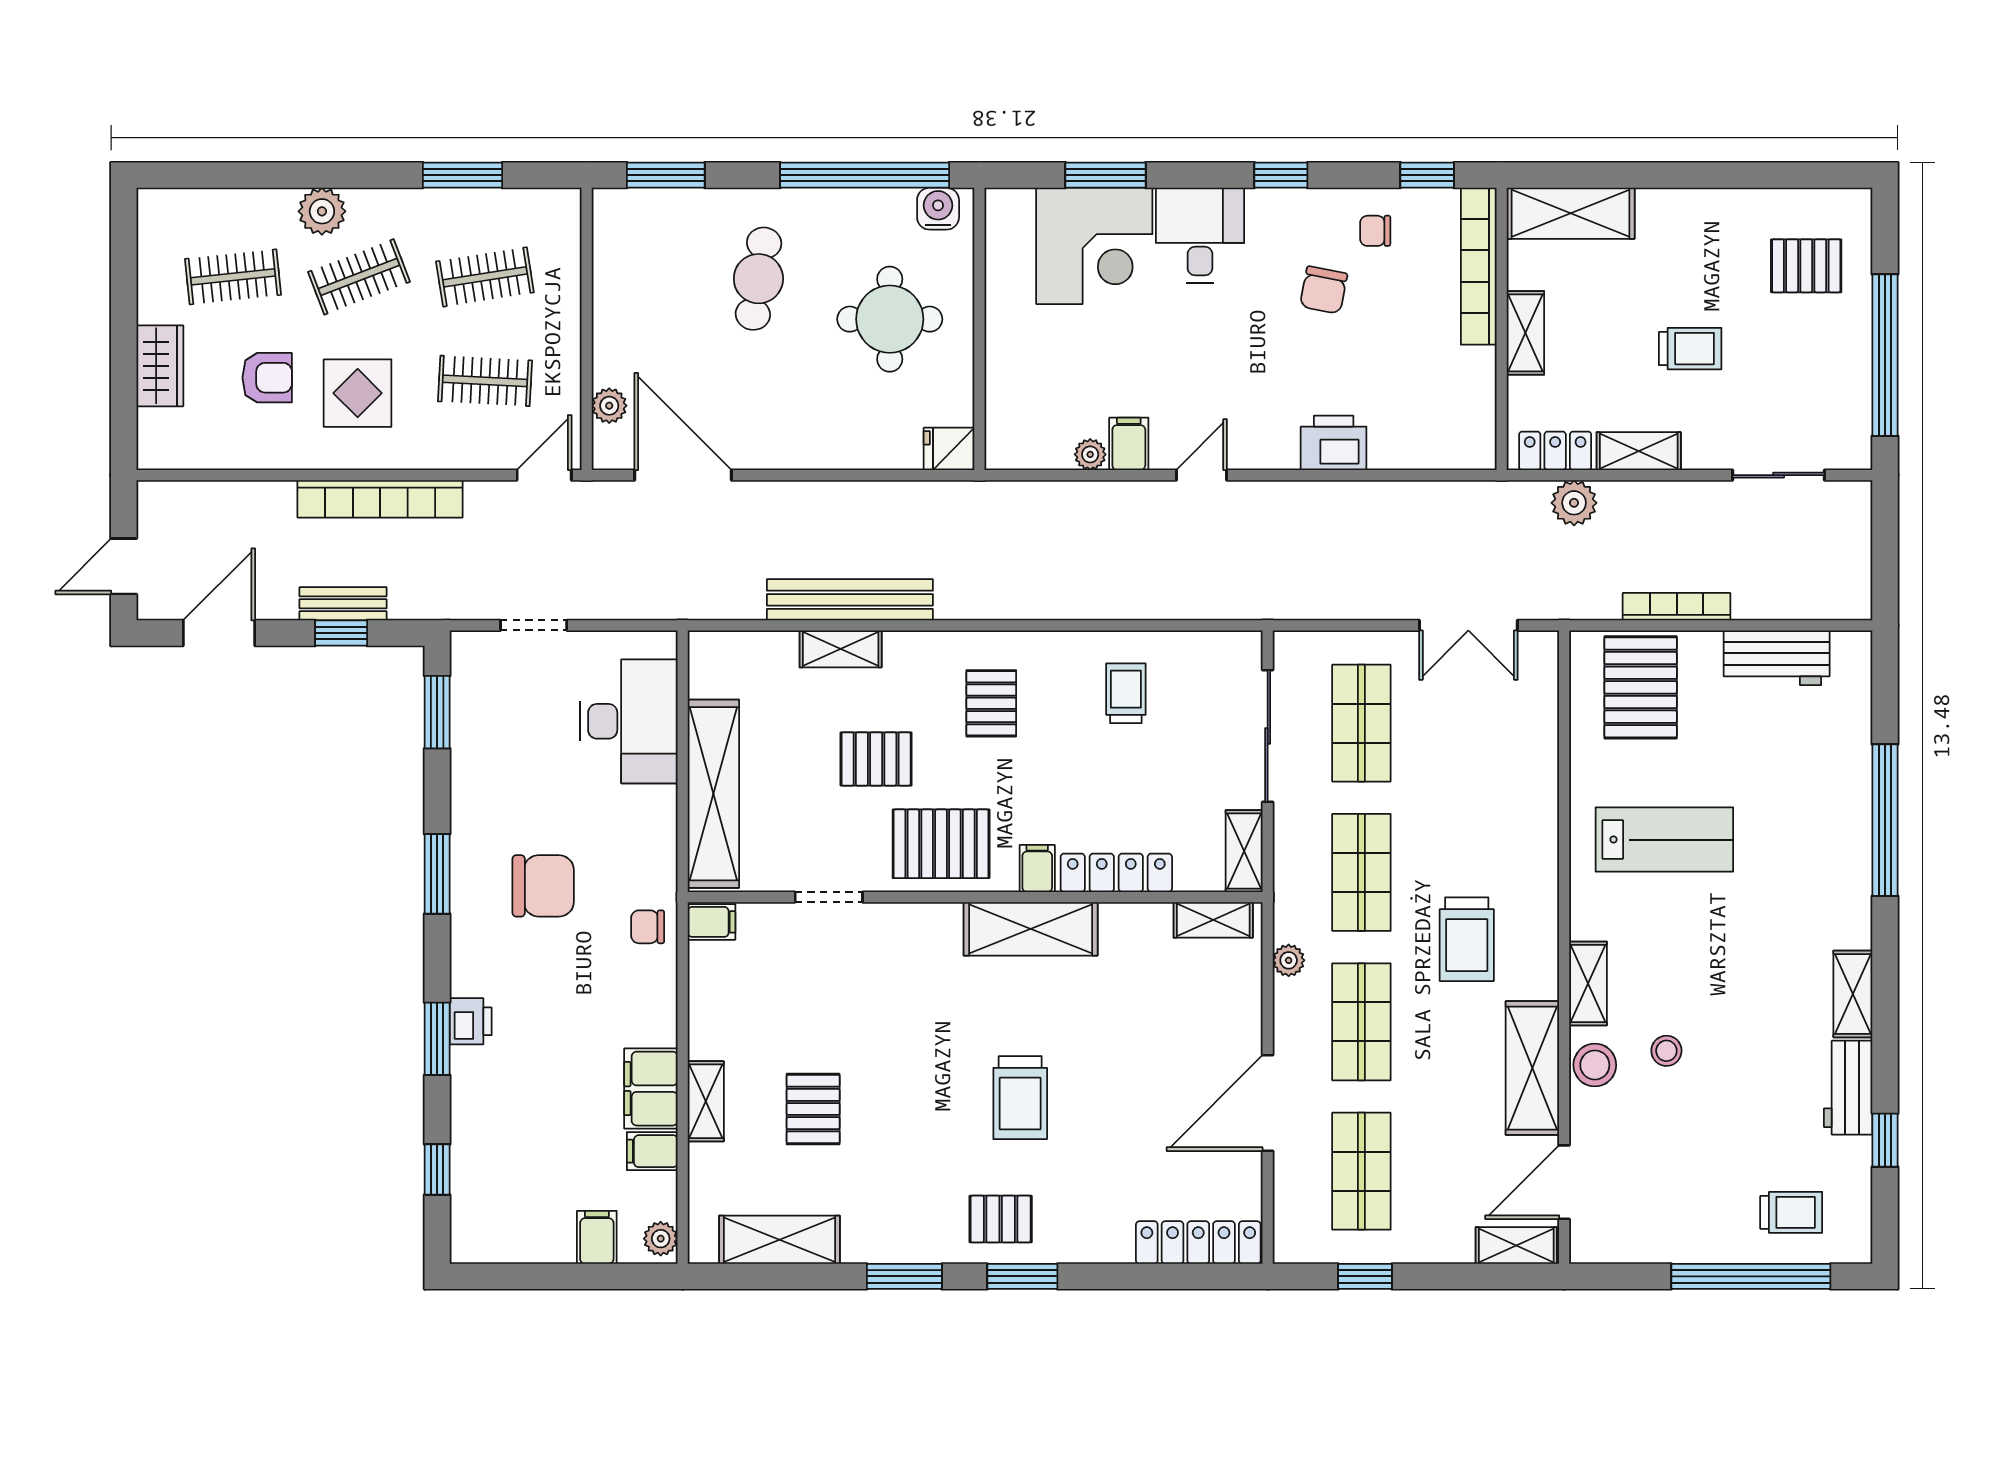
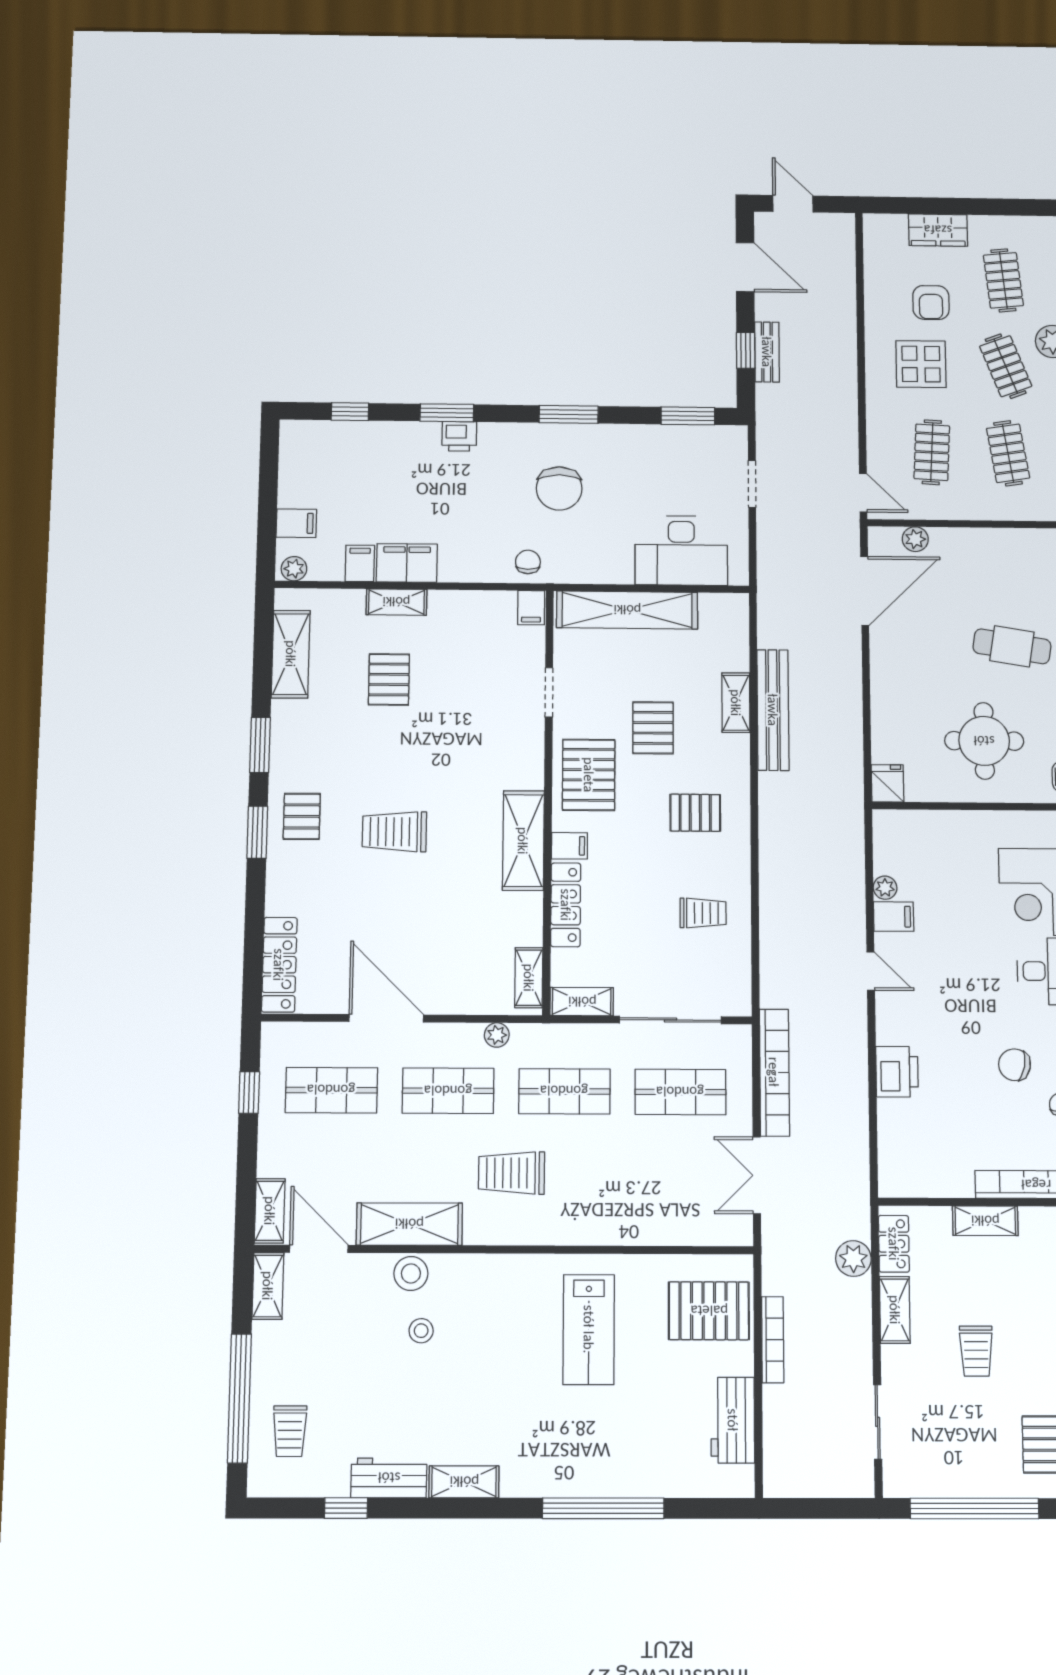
bookcase: (380, 499) -> (774, 1072), moved, turned 180
shelving: (1588, 984) -> (268, 1286), moved, turned 90
pallet: (813, 1109) -> (389, 679), turned 90

